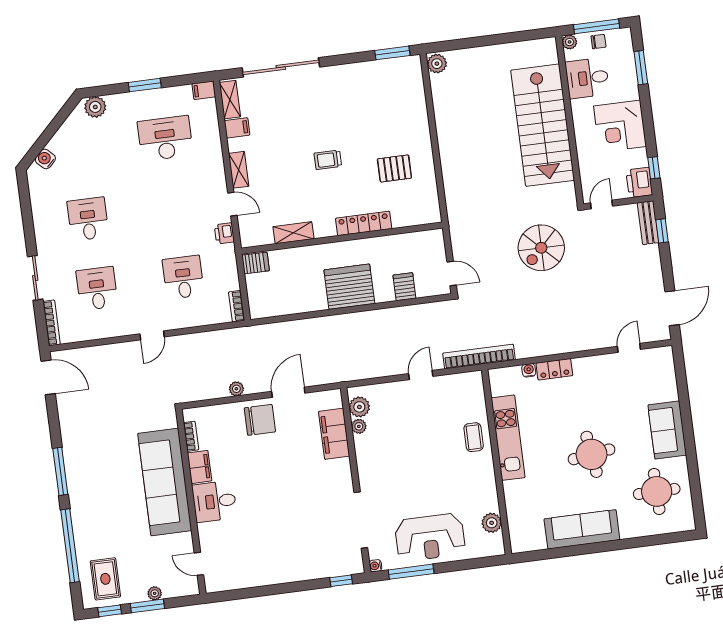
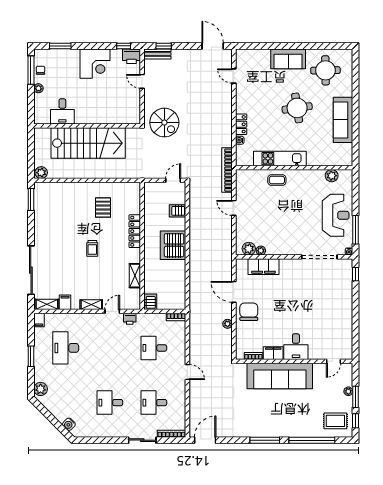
desk: (587, 78) -> (62, 111), moved
wall: (569, 120) -> (87, 126), moved
stairs: (543, 125) -> (88, 143), moved

